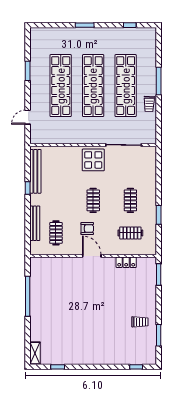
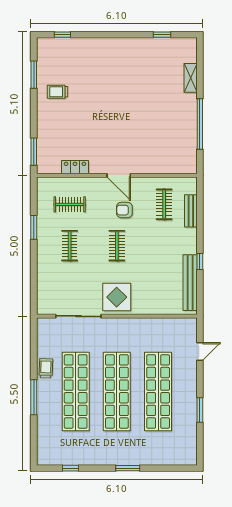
bench: (35, 223) -> (191, 211), width x0.73
shelving: (35, 353) -> (191, 78), moved

